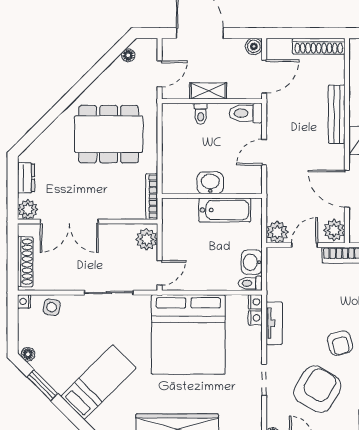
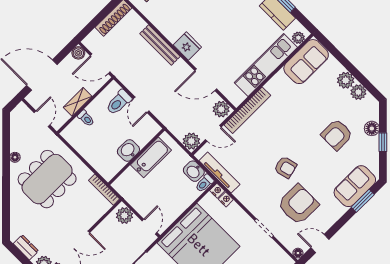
floor lamp: (128, 55) -> (15, 157), moved
door: (264, 76) -> (100, 64), swing flipped
toilet: (246, 113) -> (119, 102), moved
door: (305, 245) -> (213, 133), swing flipped
tv unit: (274, 323) -> (219, 172), moved, width x1.41
armchair: (317, 389) -> (298, 205), turned 59

